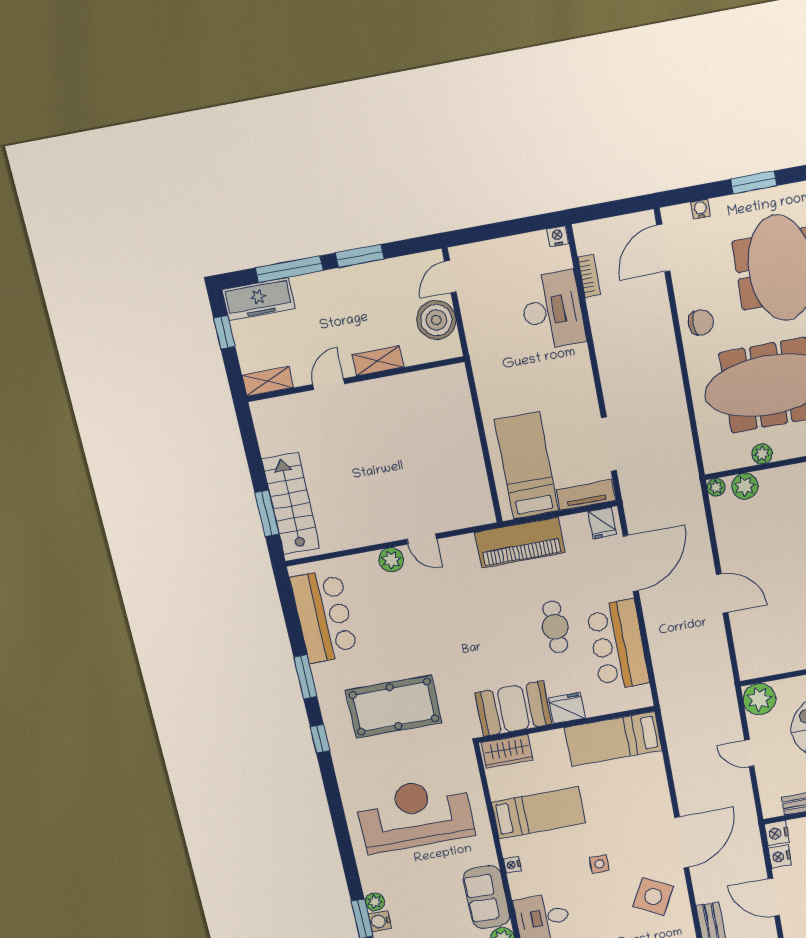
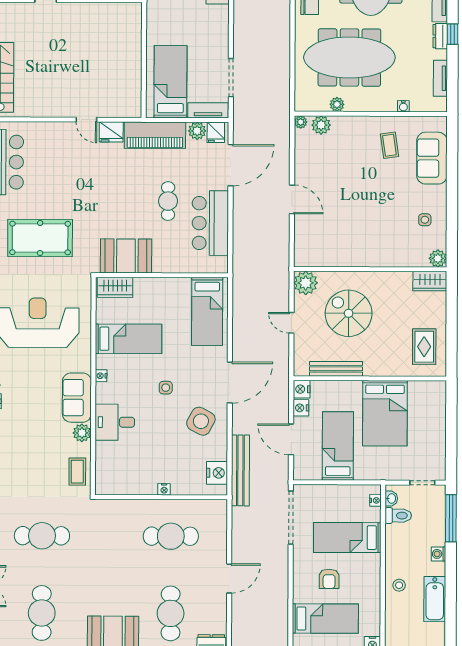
plant: (391, 560) -> (197, 131), moved
fridge: (567, 708) -> (111, 132), moved, turned 180
bed: (613, 739) -> (207, 311), moved, turned -90

